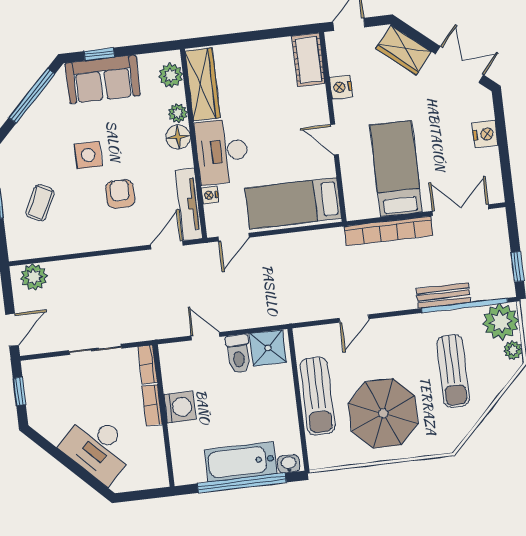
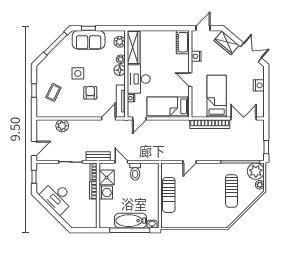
plant: (34, 277) -> (62, 126), moved
bench: (443, 295) -> (98, 156), moved
shower: (268, 348) -> (107, 177), moved
parasol: (383, 413) -> (198, 206), removed
desk: (98, 448) -> (57, 197), moved

